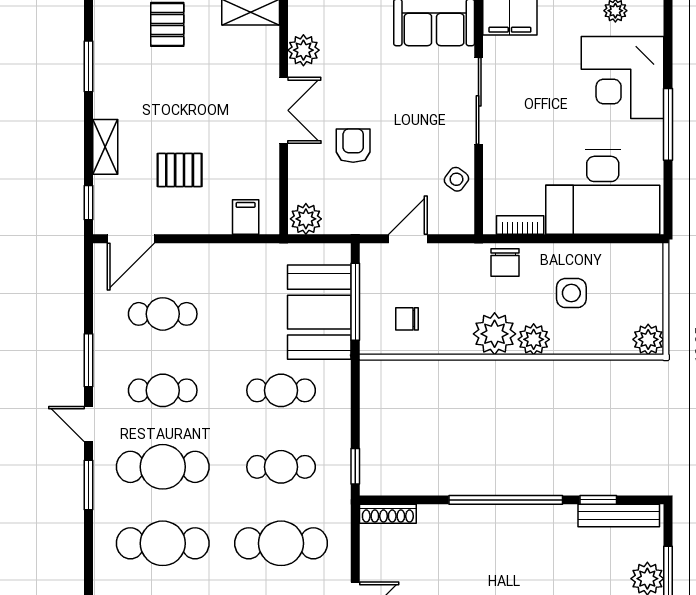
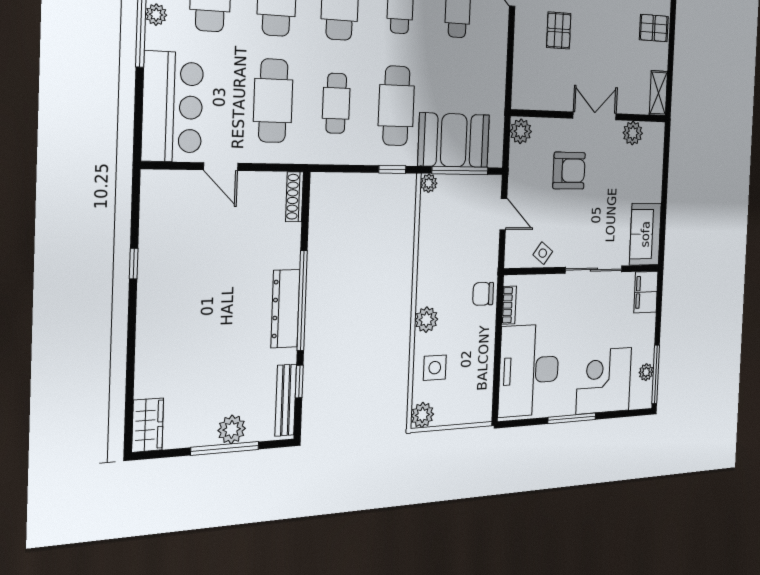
double door: (284, 110) -> (595, 116), swing flipped
armchair: (353, 146) -> (569, 171), width x1.38, depth x1.38
filing cabinet: (246, 217) -> (524, 82), removed
side table: (571, 293) -> (435, 368), moved
chair: (407, 319) -> (446, 214), removed
plant: (495, 334) -> (429, 183), moved, width x0.53, depth x0.53
cafe table: (281, 390) -> (396, 106), width x1.37, depth x1.35
window: (355, 466) -> (392, 169), moved
dresser: (514, 520) -> (285, 309), added

